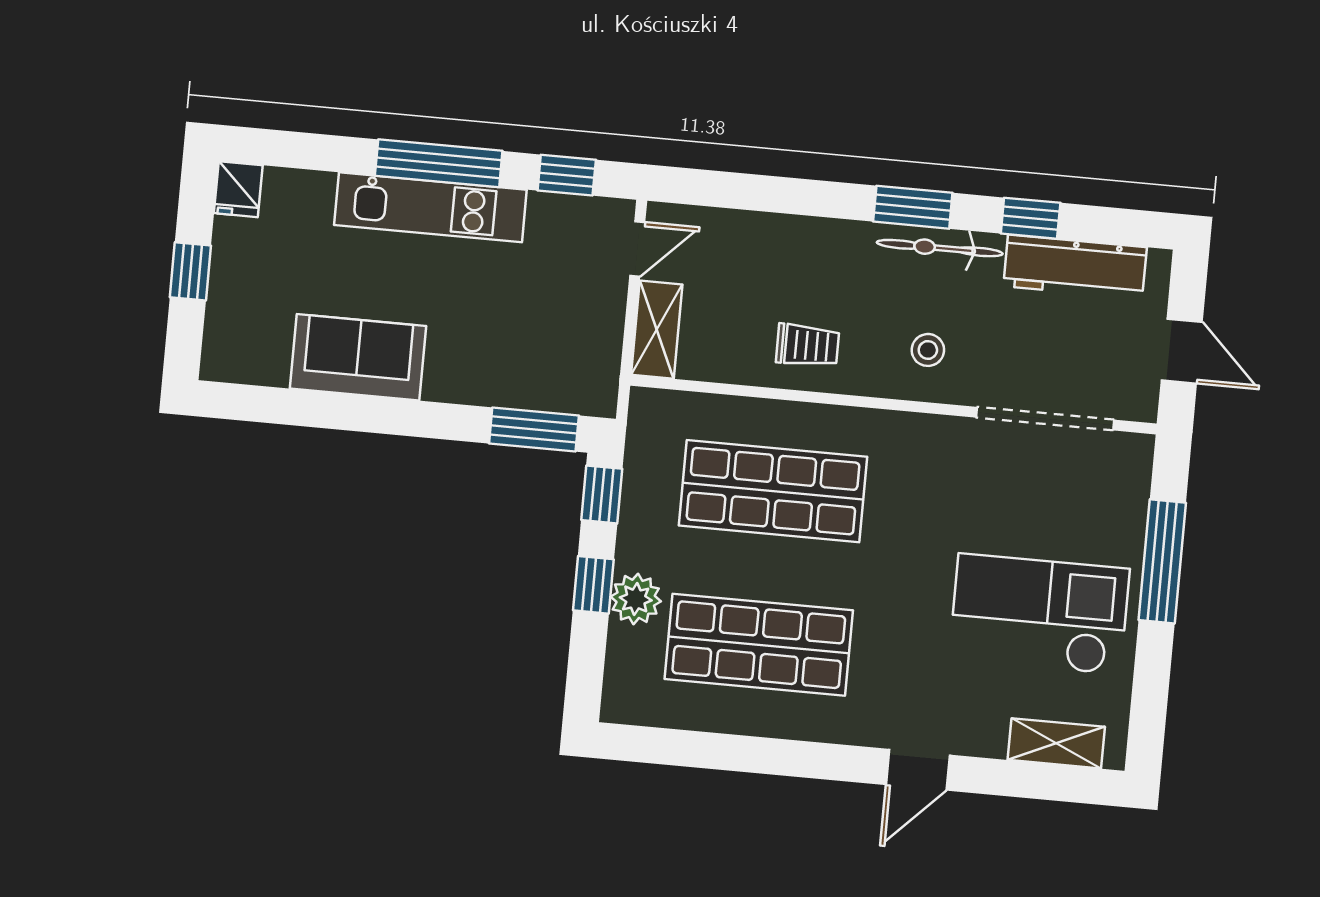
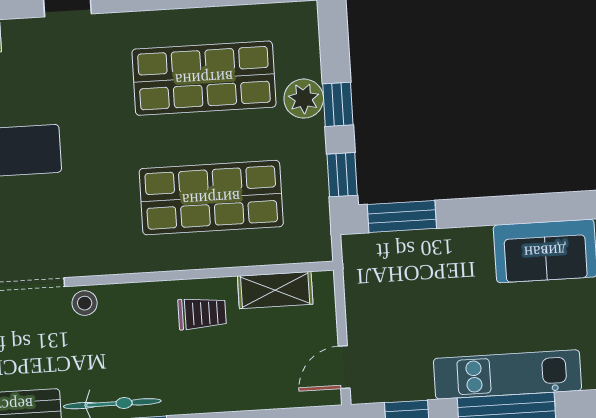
shelving: (657, 330) -> (275, 290), moved, turned 90
trolley: (808, 345) -> (202, 313), turned 180
stool: (928, 350) -> (85, 303), moved

